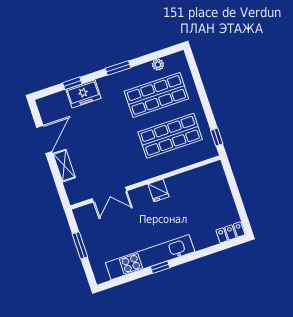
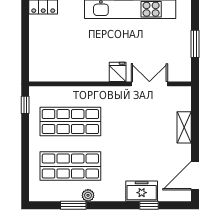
plant: (158, 65) -> (88, 195), moved
window: (118, 68) -> (73, 205), moved
door: (44, 139) -> (195, 176), moved
fridge: (158, 190) -> (118, 72), moved

